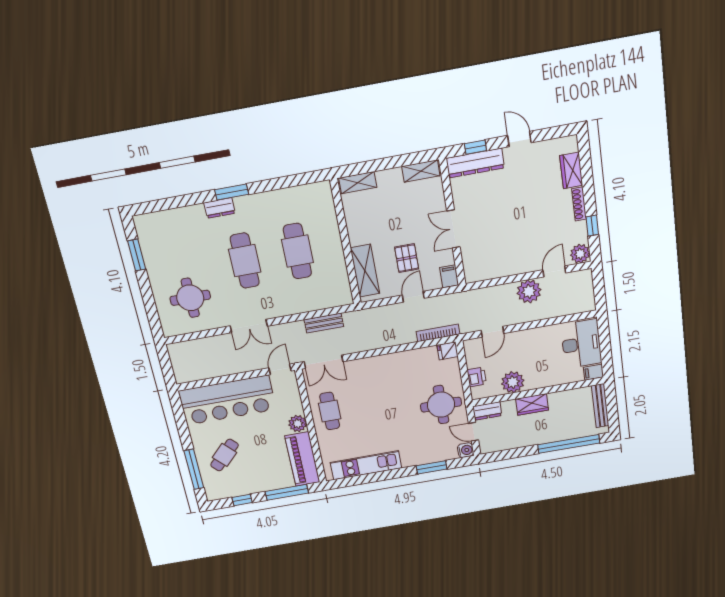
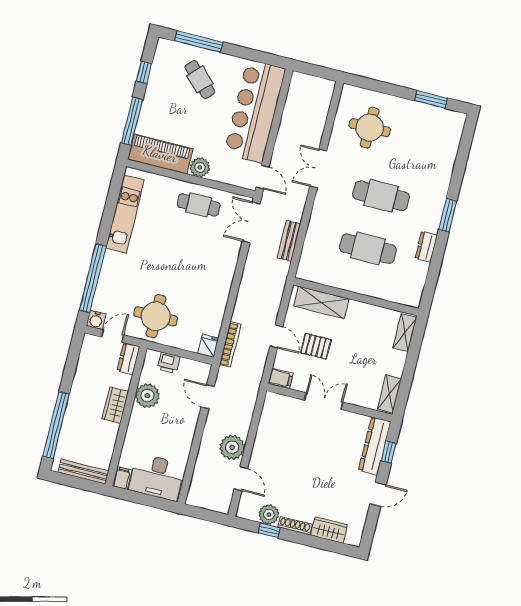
dresser: (220, 208) -> (426, 247), moved
plant: (580, 254) -> (269, 515), moved
window: (432, 467) -> (93, 278), width x2.11

